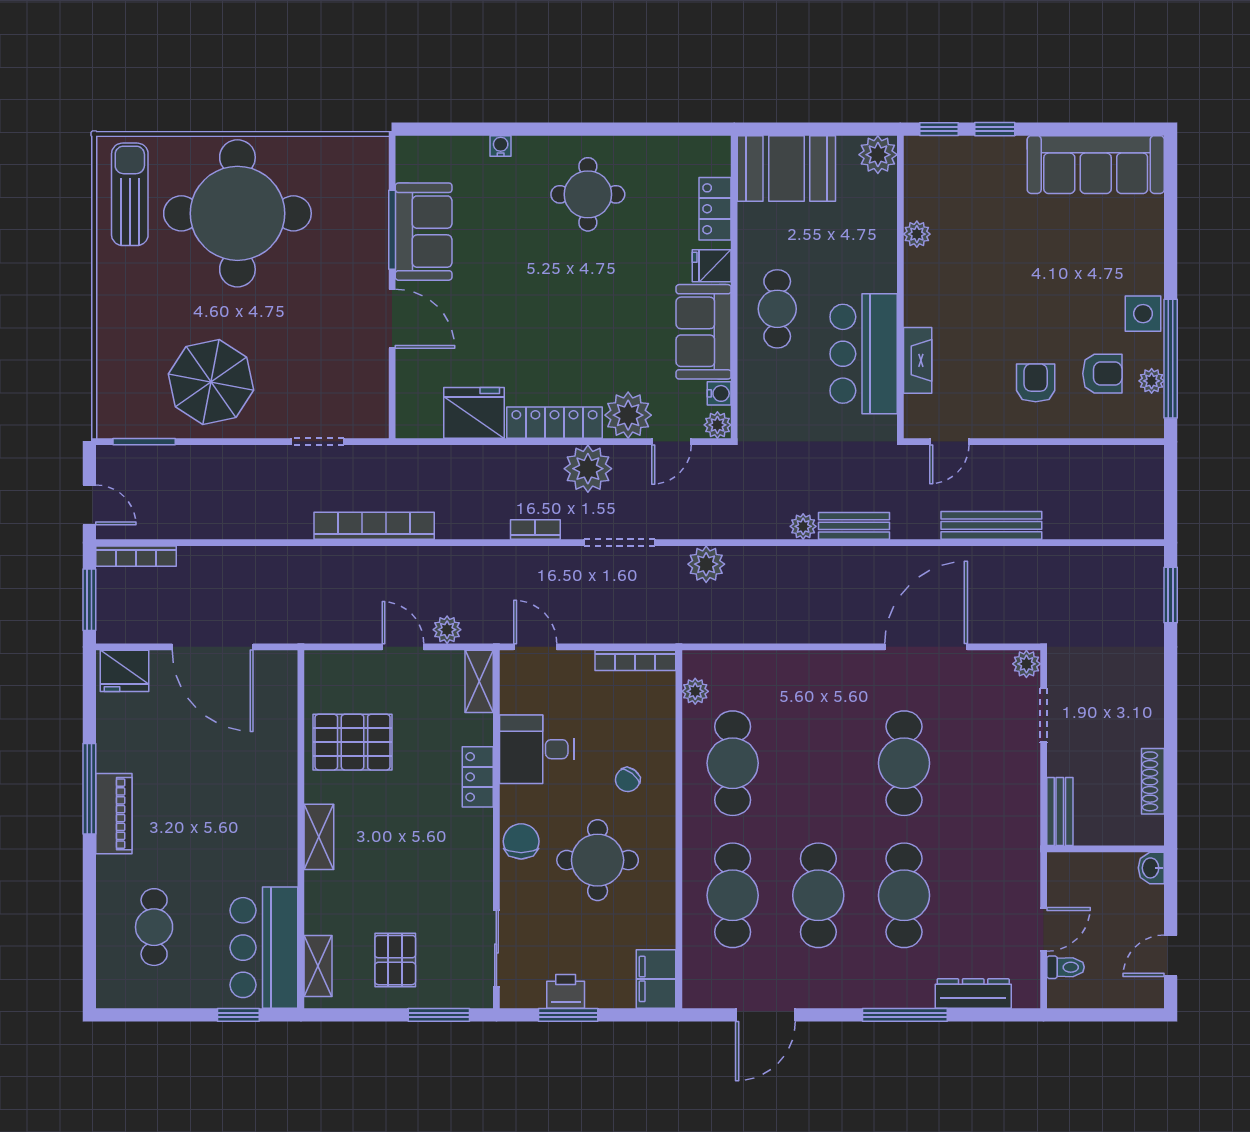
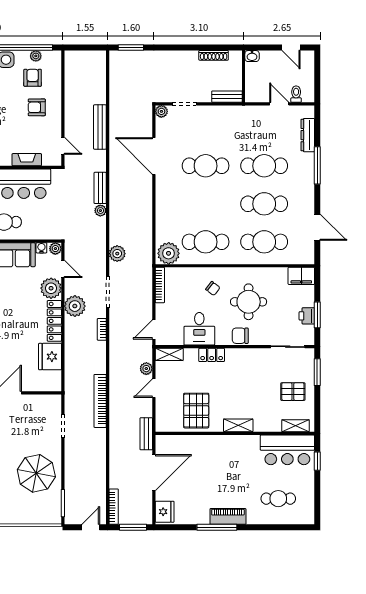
bench: (300, 630) -> (146, 434), added
plant: (695, 691) -> (169, 253), width x1.88, depth x1.88

